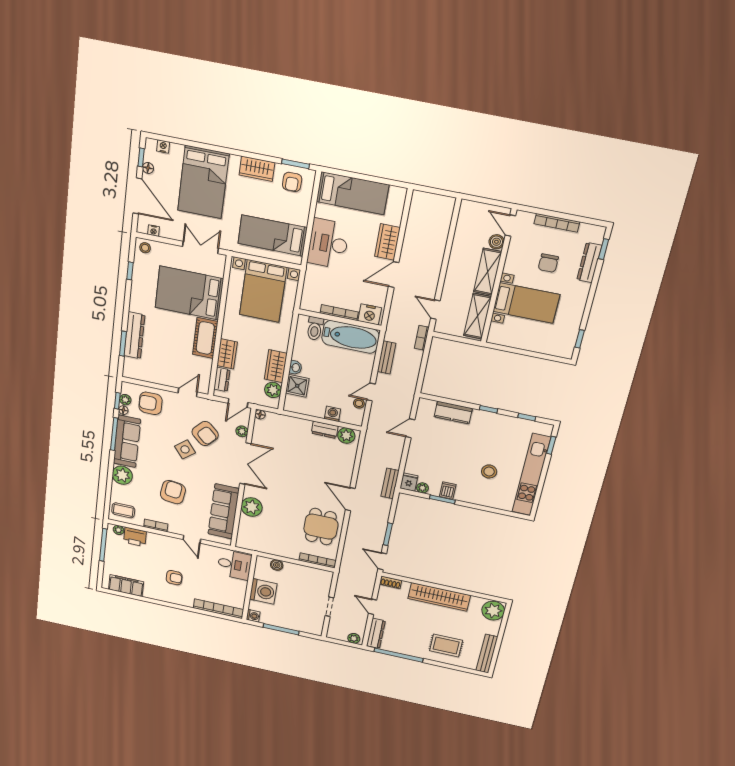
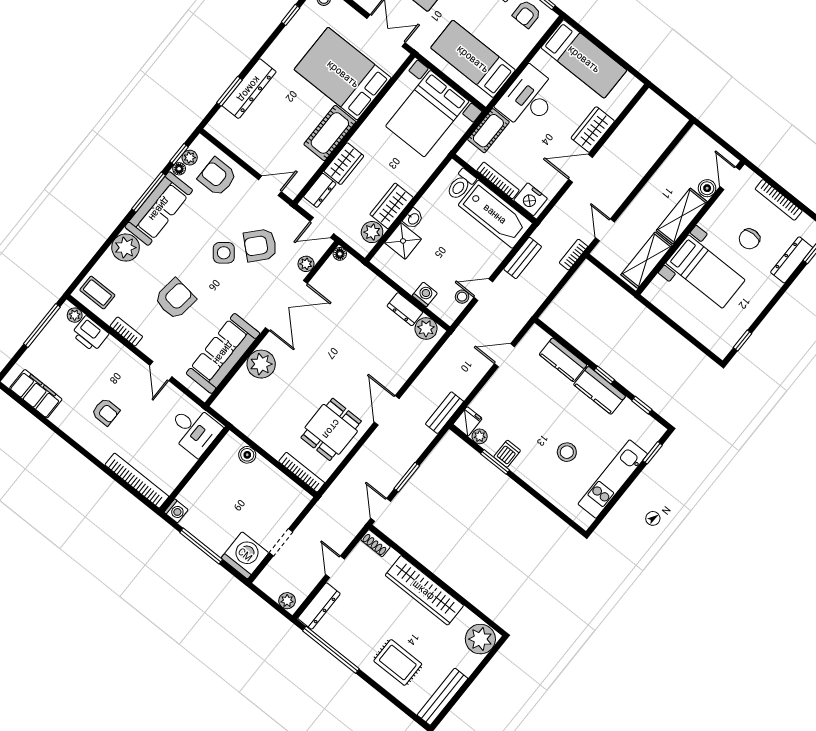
cot: (313, 281) -> (488, 131), added
kitchen counter: (491, 421) -> (600, 390), added
armchair: (205, 434) -> (260, 245), turned 90
kitchen unit: (531, 475) -> (613, 479), width x0.73
washing machine: (263, 591) -> (245, 555), moved, turned -90

